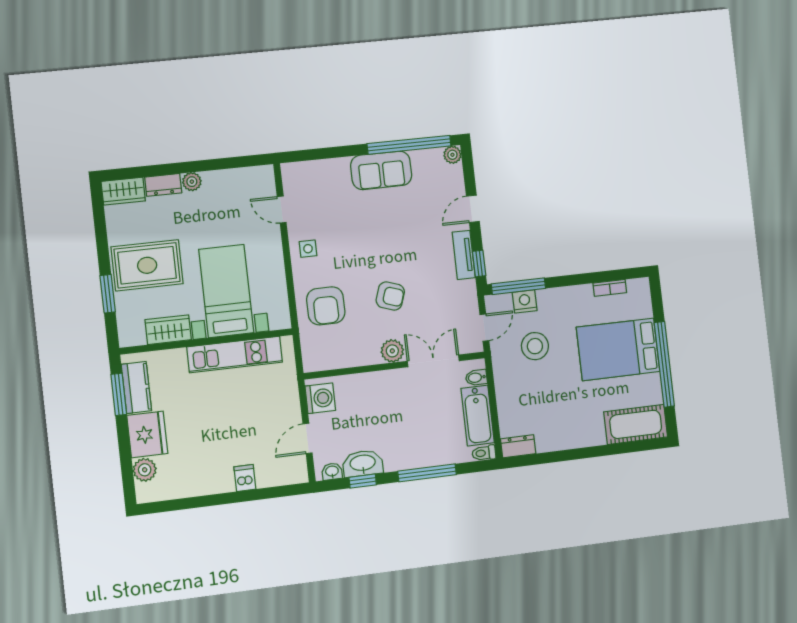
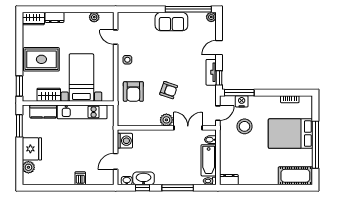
plant: (192, 182) -> (94, 17), moved
window: (108, 294) -> (19, 86), moved
kitchen counter: (136, 388) -> (43, 112), moved, turned 90

